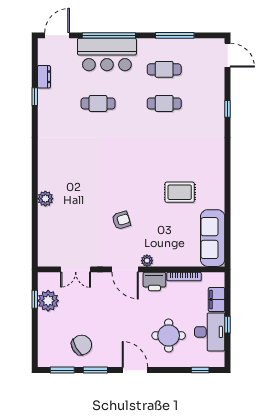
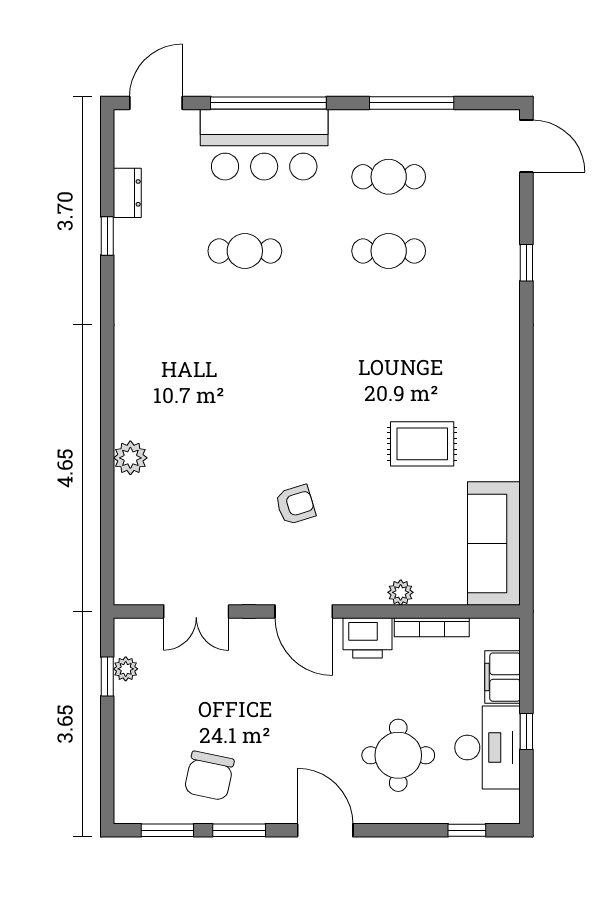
plant: (147, 261) -> (401, 592), moved
plant: (48, 301) -> (126, 669), width x0.53, depth x0.53
chair: (82, 345) -> (209, 776), turned 132

